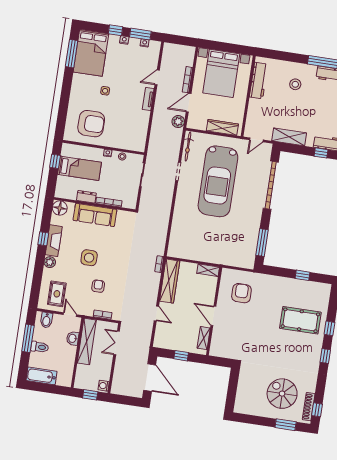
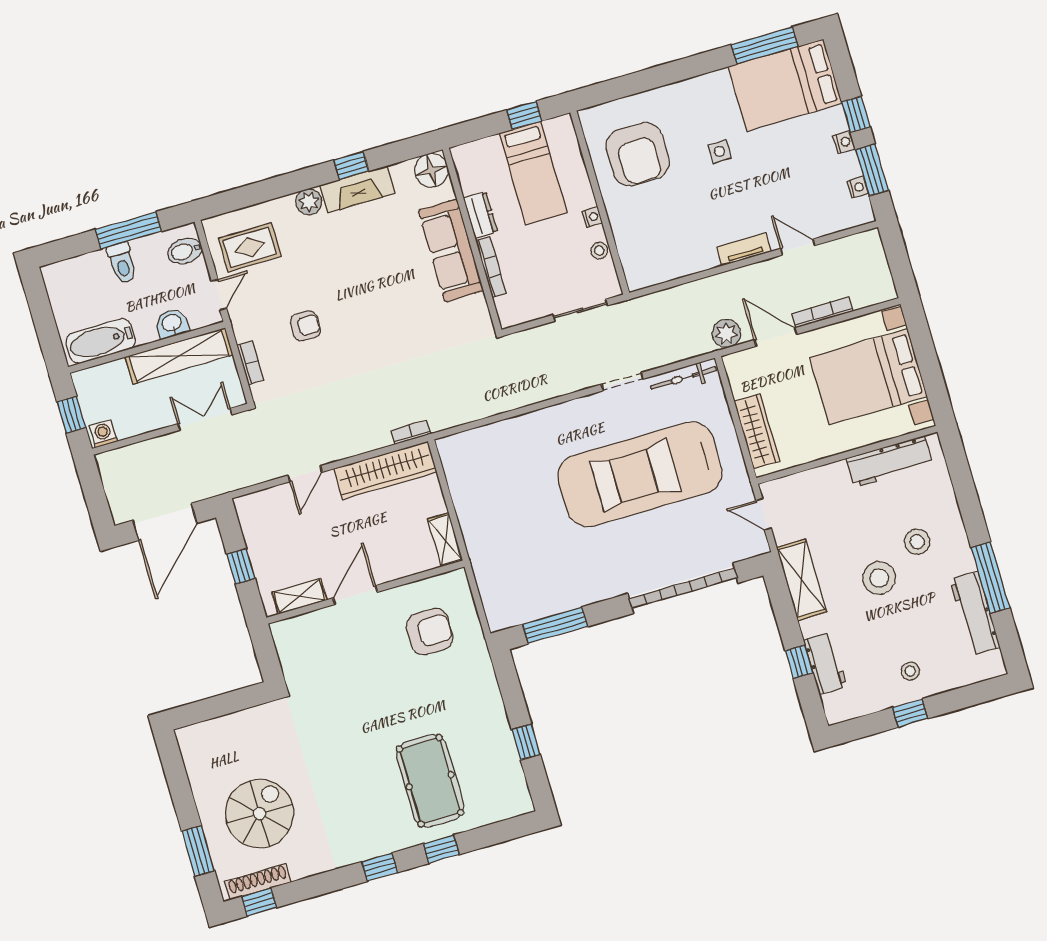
stool: (303, 106) -> (879, 578), added
side table: (89, 258) -> (356, 280), removed
bathtub: (41, 376) -> (101, 341), moved, turned -90

